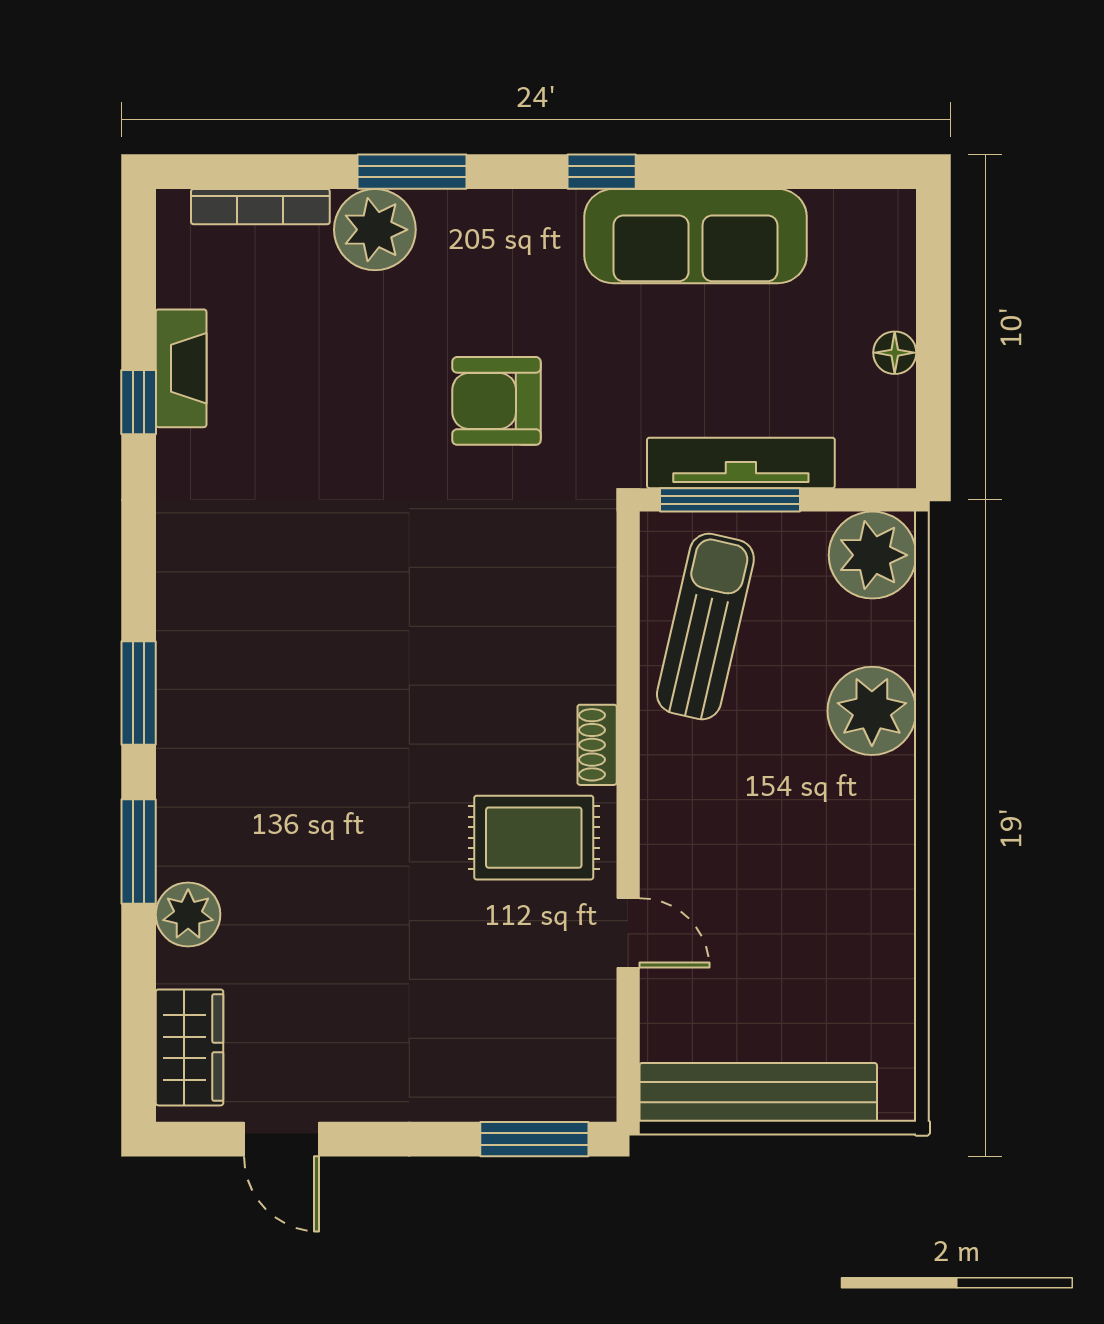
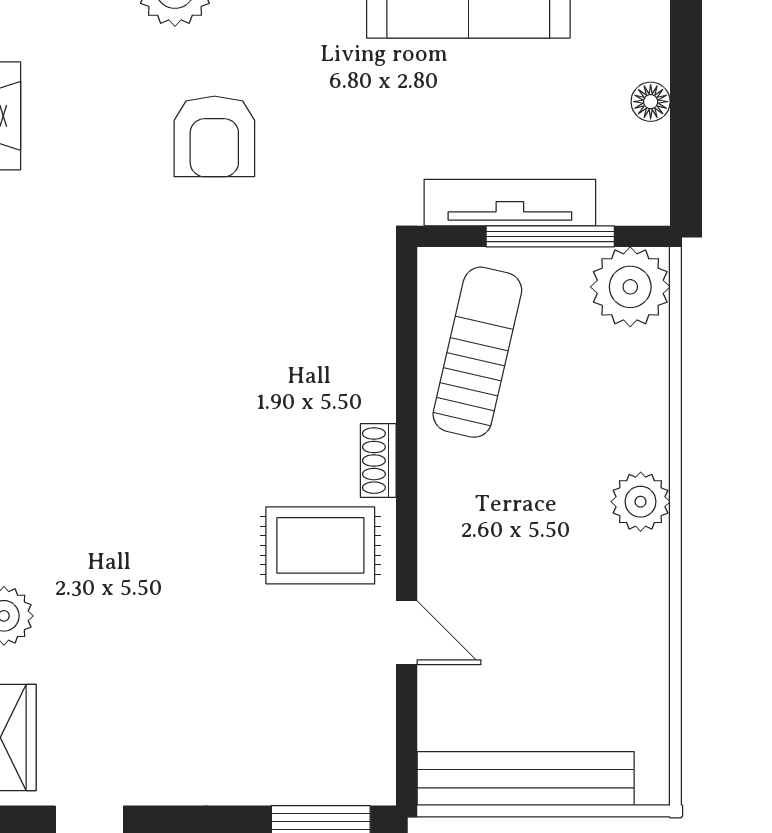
armchair: (497, 401) -> (214, 136), moved, turned -90
window: (730, 500) -> (550, 236), moved
plant: (872, 711) -> (641, 502), moved, width x0.73, depth x0.73

